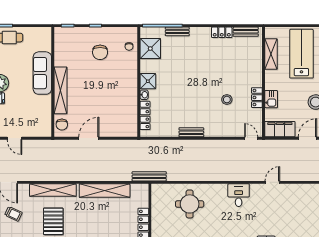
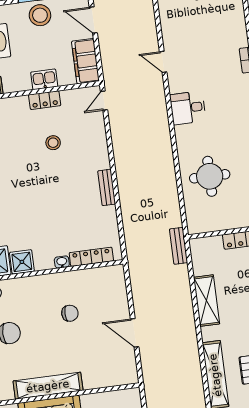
shower: (148, 81) -> (22, 262), moved
shelving: (60, 90) -> (48, 386), moved
chair: (62, 125) -> (70, 313), moved
bench: (149, 176) -> (179, 246), width x0.73
shelving: (105, 191) -> (207, 301), width x0.68

